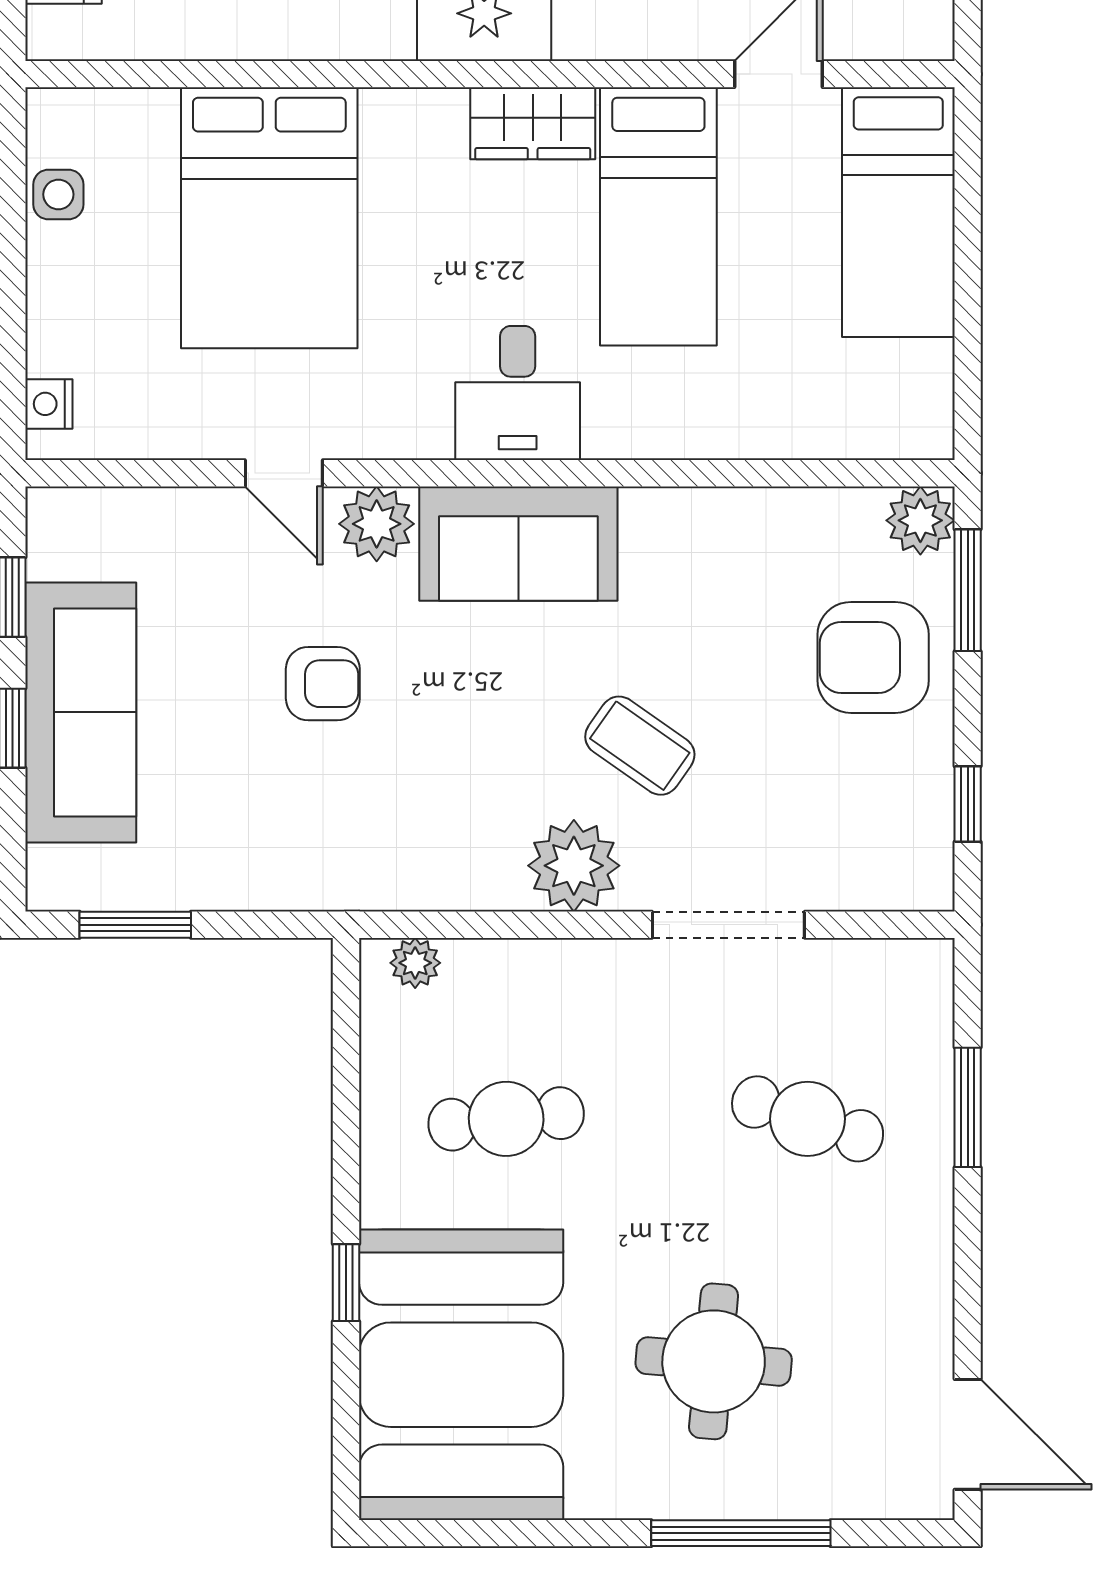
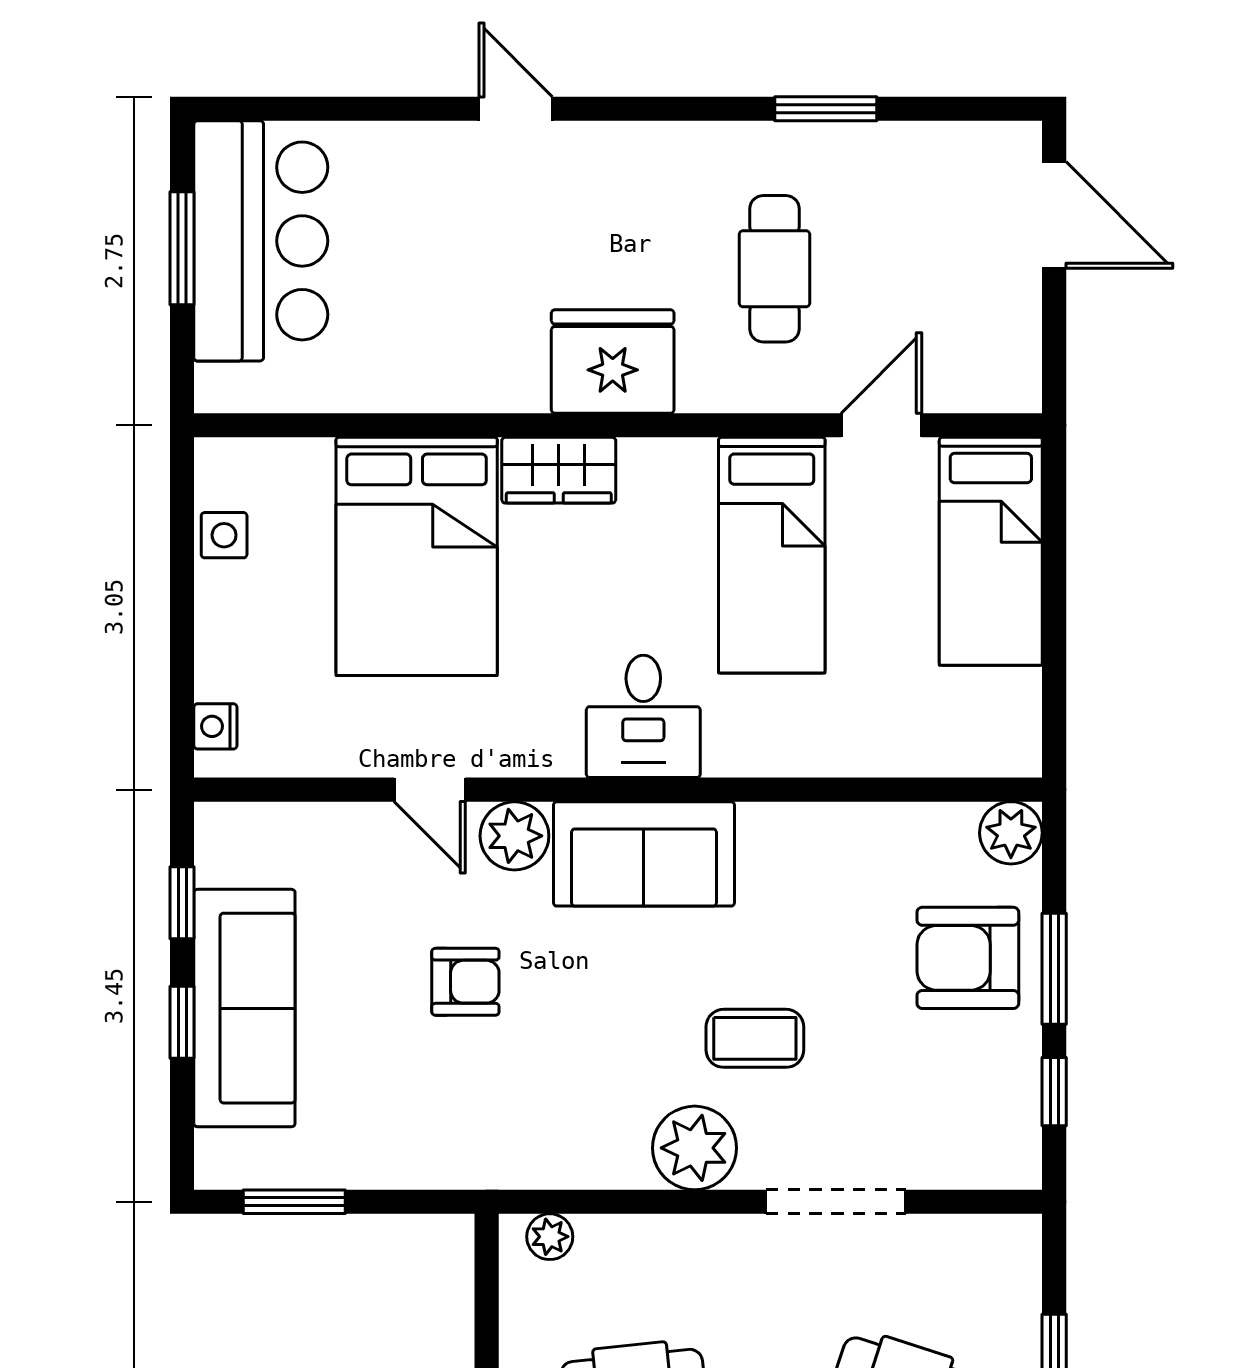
wardrobe: (533, 123) -> (559, 470), moved
window: (968, 590) -> (1054, 969), moved
coffee table: (640, 746) -> (755, 1038), turned -35

